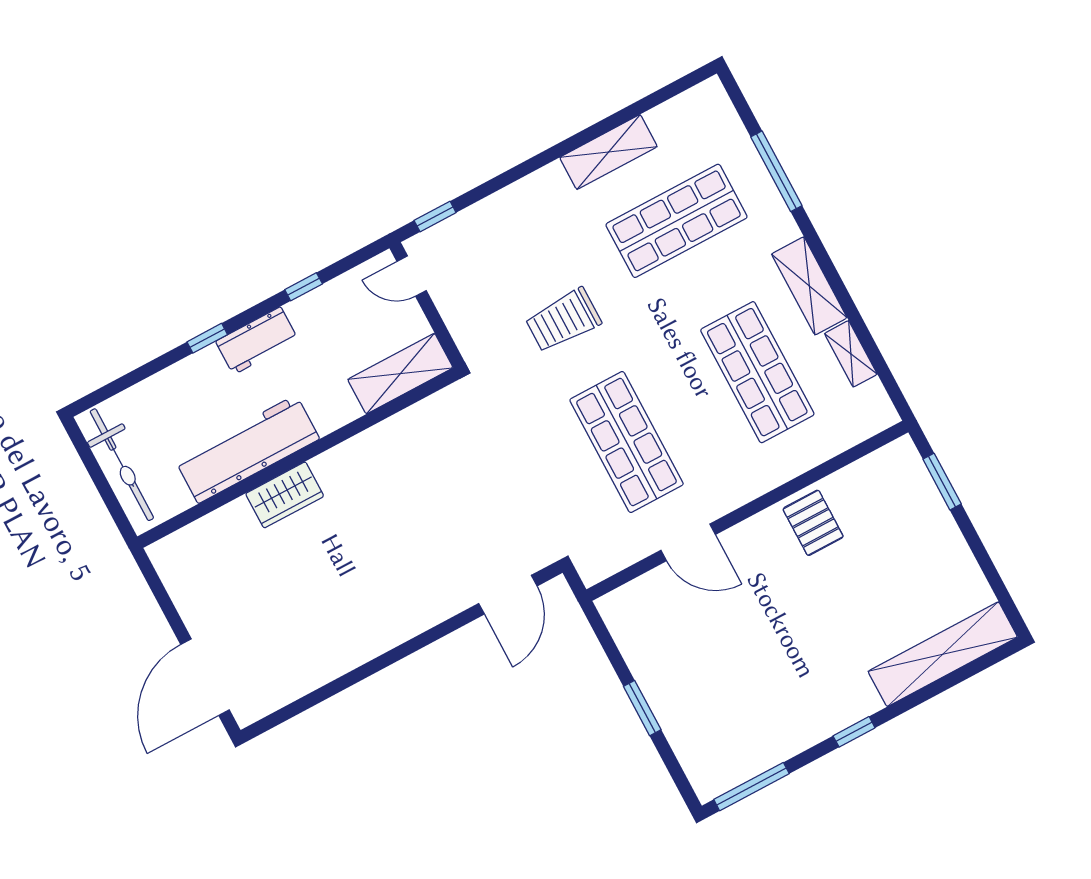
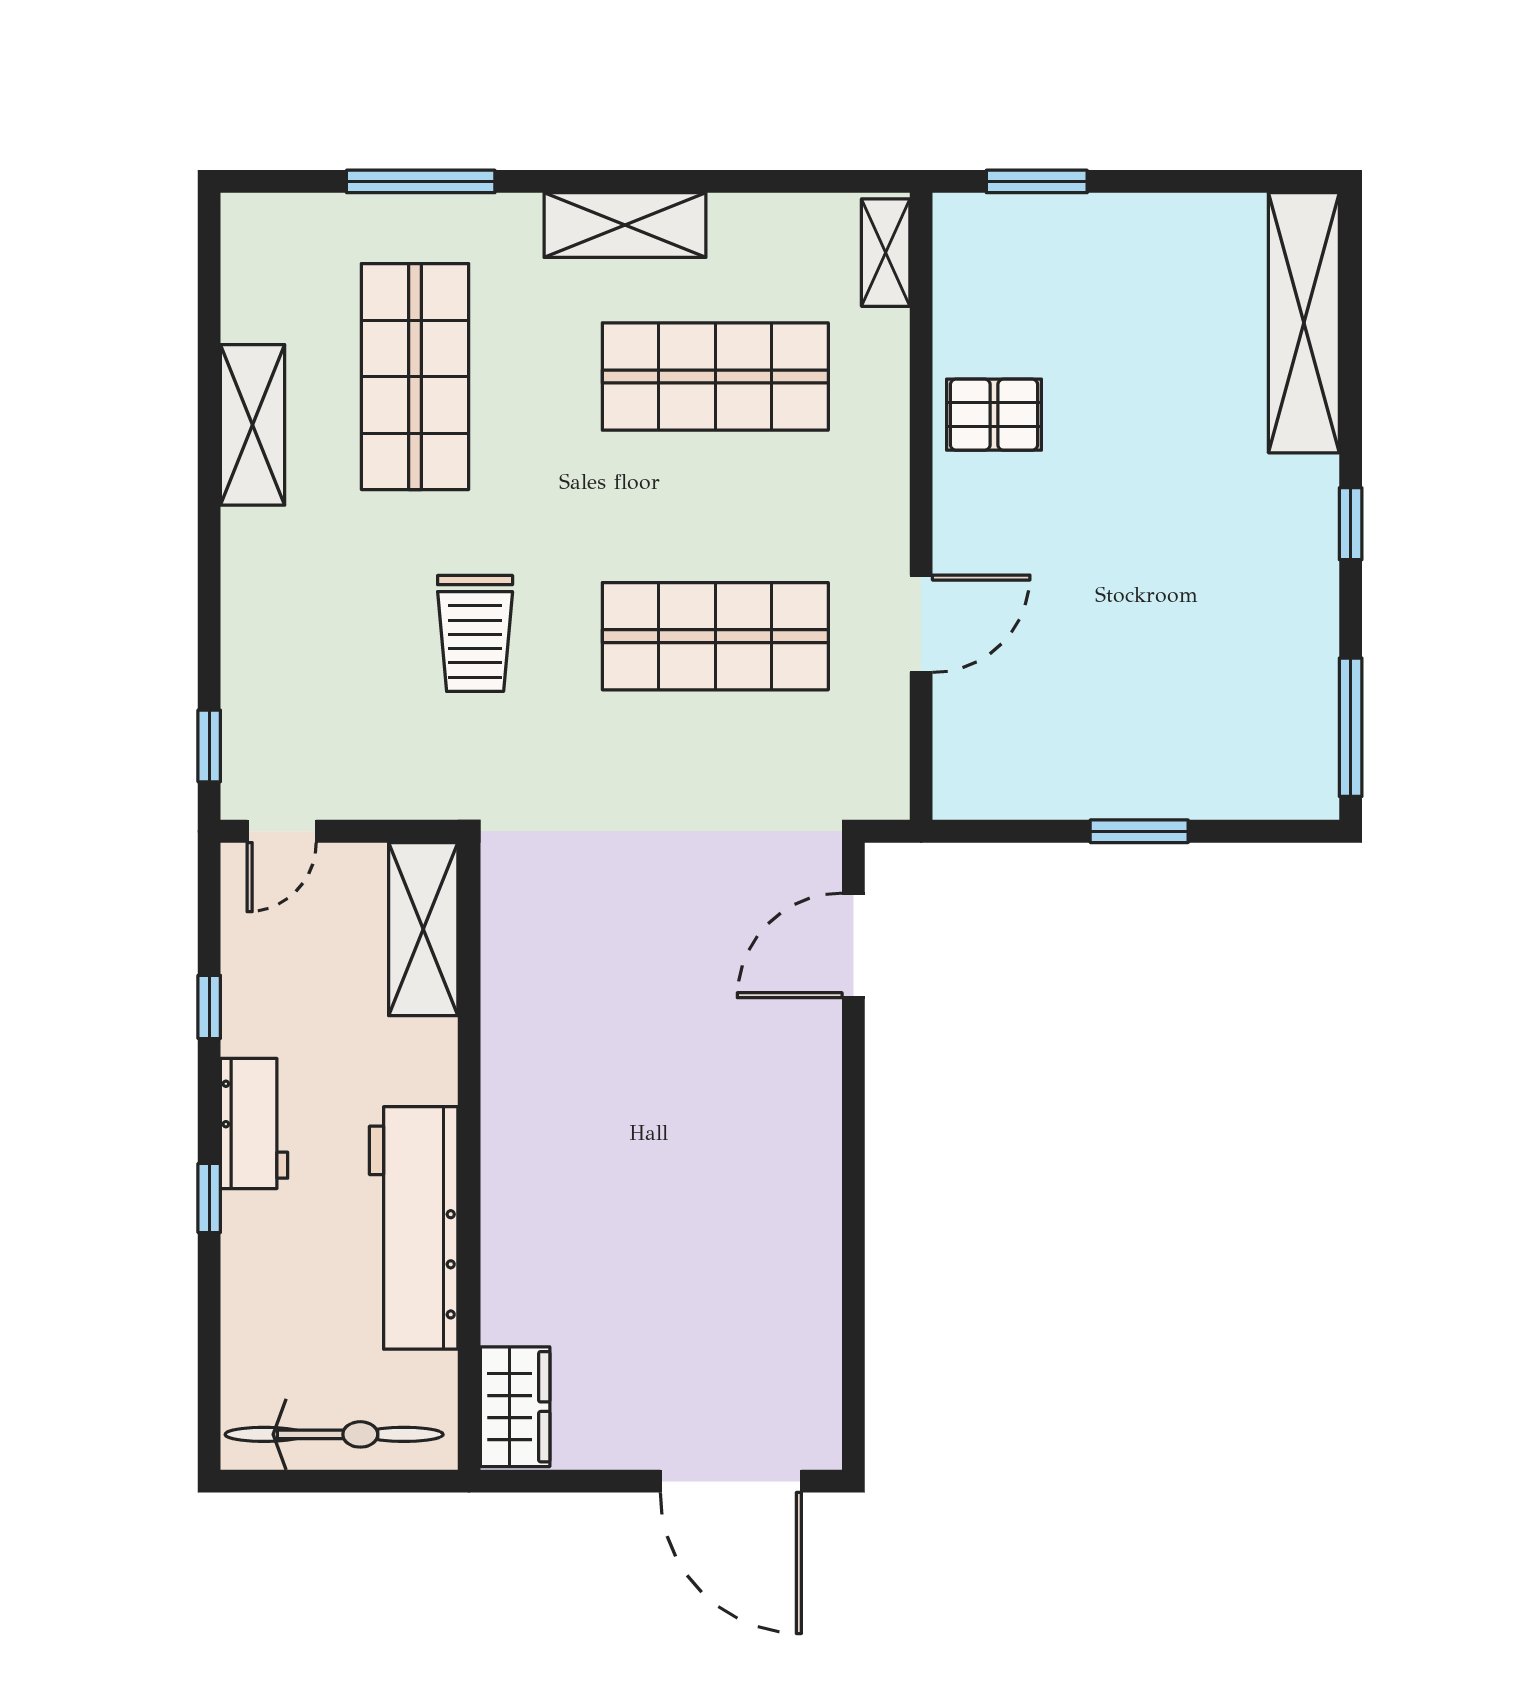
shelving: (851, 354) -> (886, 253), moved, turned 90
wardrobe: (285, 495) -> (515, 1407), moved
door: (508, 595) -> (853, 945), swing flipped

